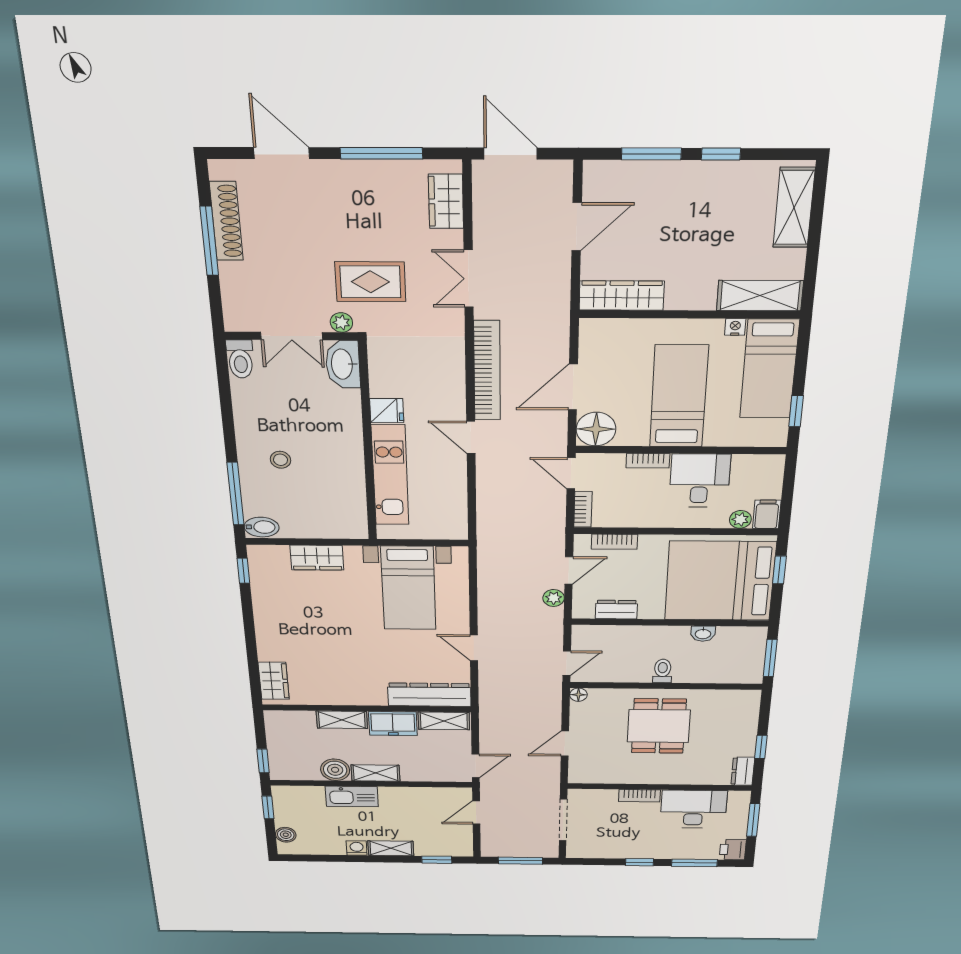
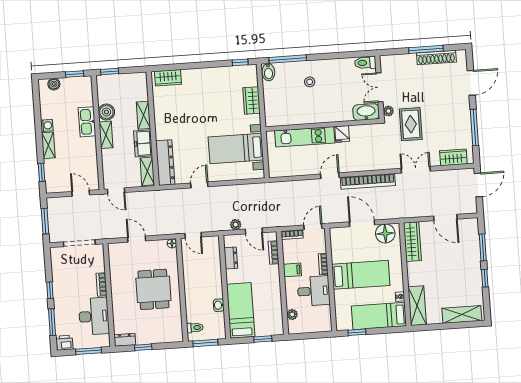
floor lamp: (596, 429) -> (385, 233), moved
filing cabinet: (767, 514) -> (292, 270), moved
bed: (720, 581) -> (241, 310), width x0.49
toilet: (663, 671) -> (195, 328), moved
dining table: (659, 726) -> (153, 289), turned 90

